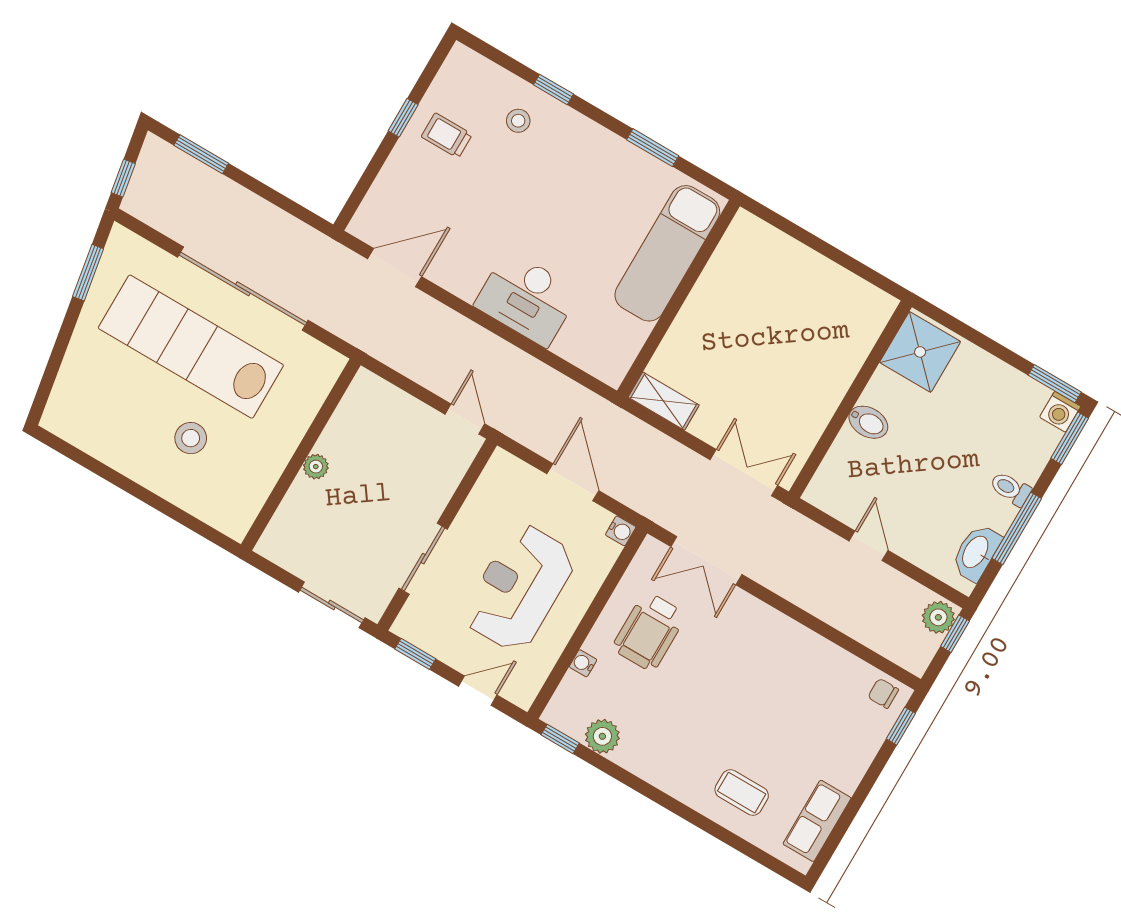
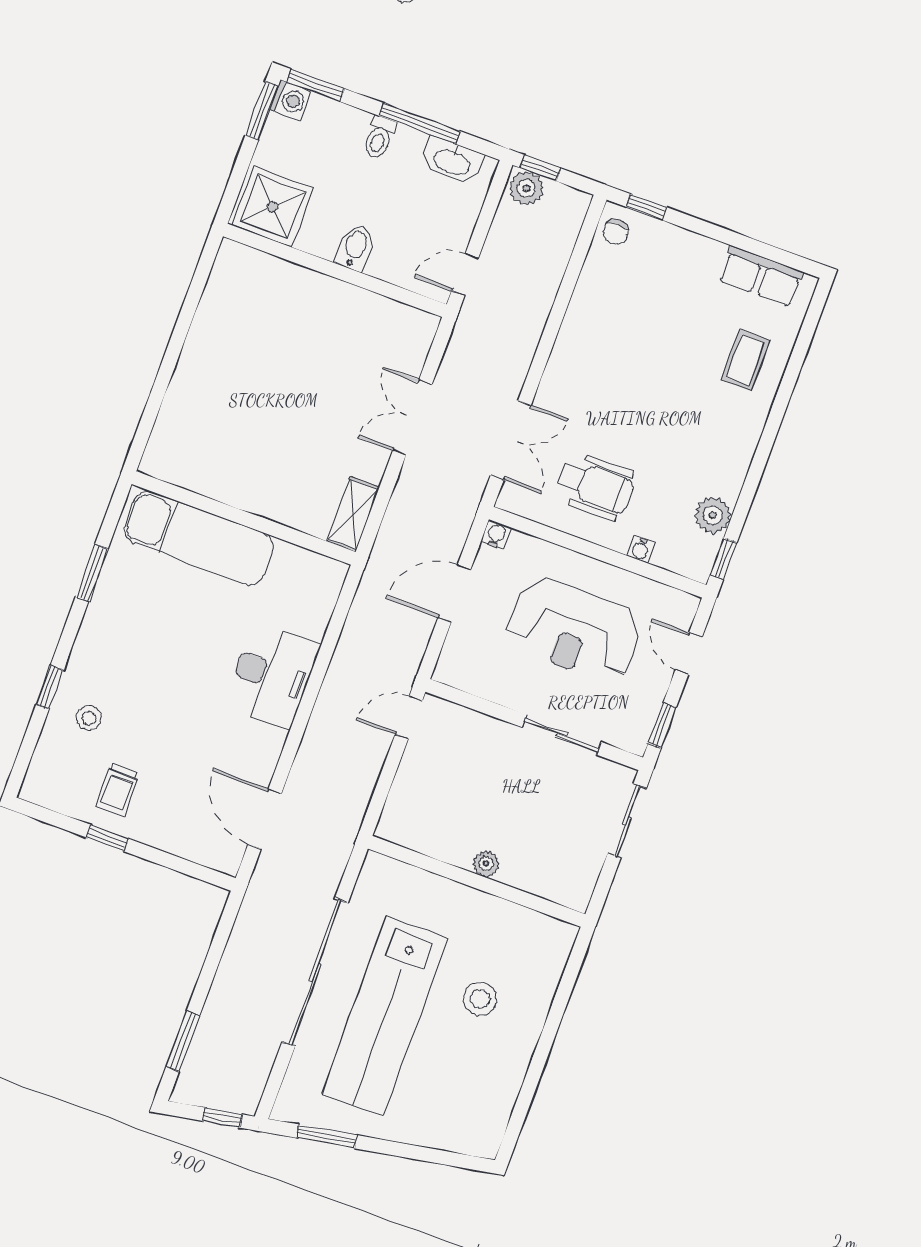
shower: (920, 352) -> (272, 207), moved
wall: (850, 399) -> (335, 270), moved
bidet: (868, 422) -> (355, 247), moved

